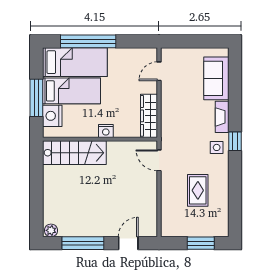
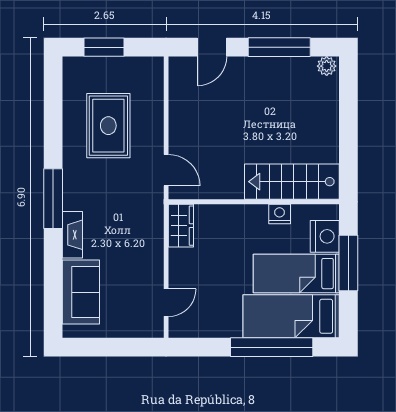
wardrobe: (149, 116) -> (181, 226), width x0.67
nightstand: (106, 131) -> (280, 214), moved
window: (235, 141) -> (53, 199), width x2.17
side table: (217, 147) -> (80, 189), removed
rug: (198, 190) -> (108, 126), width x1.36, depth x1.43

